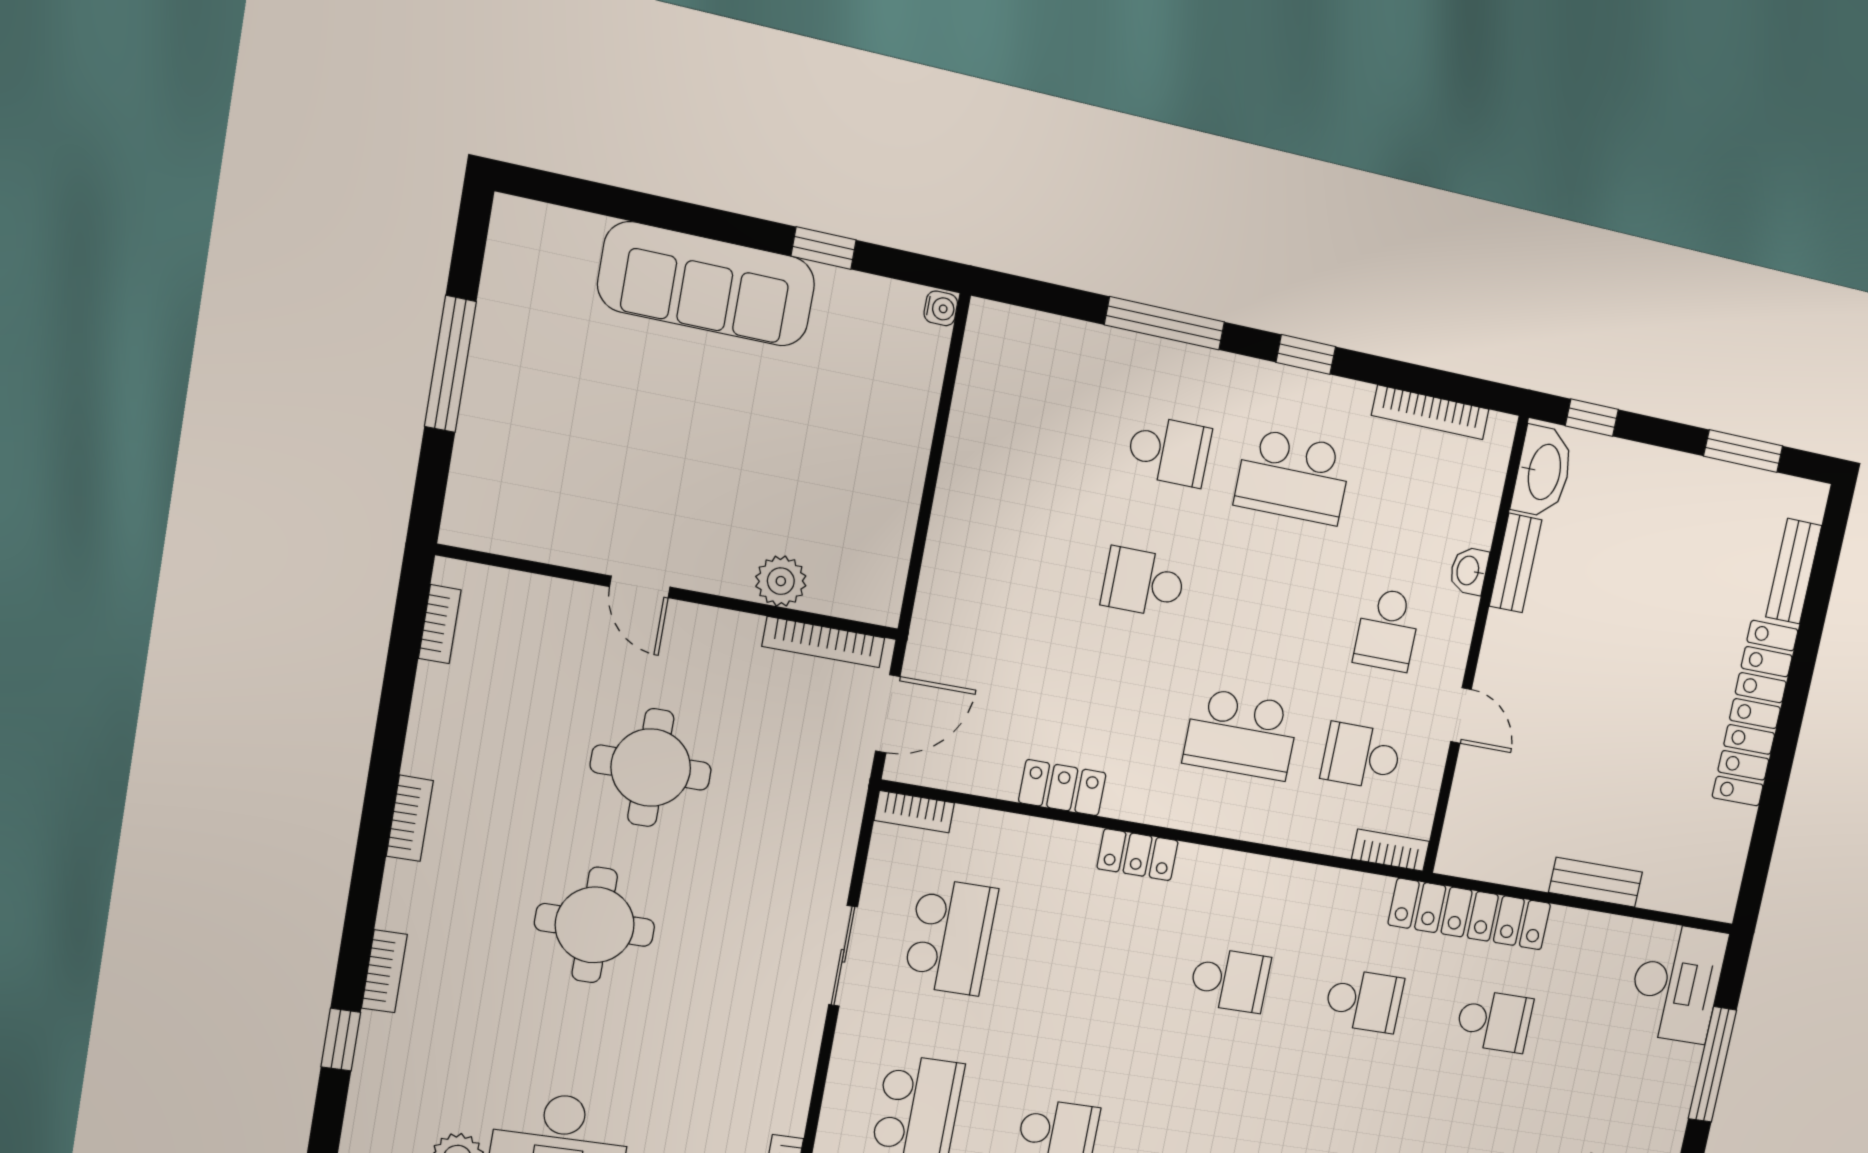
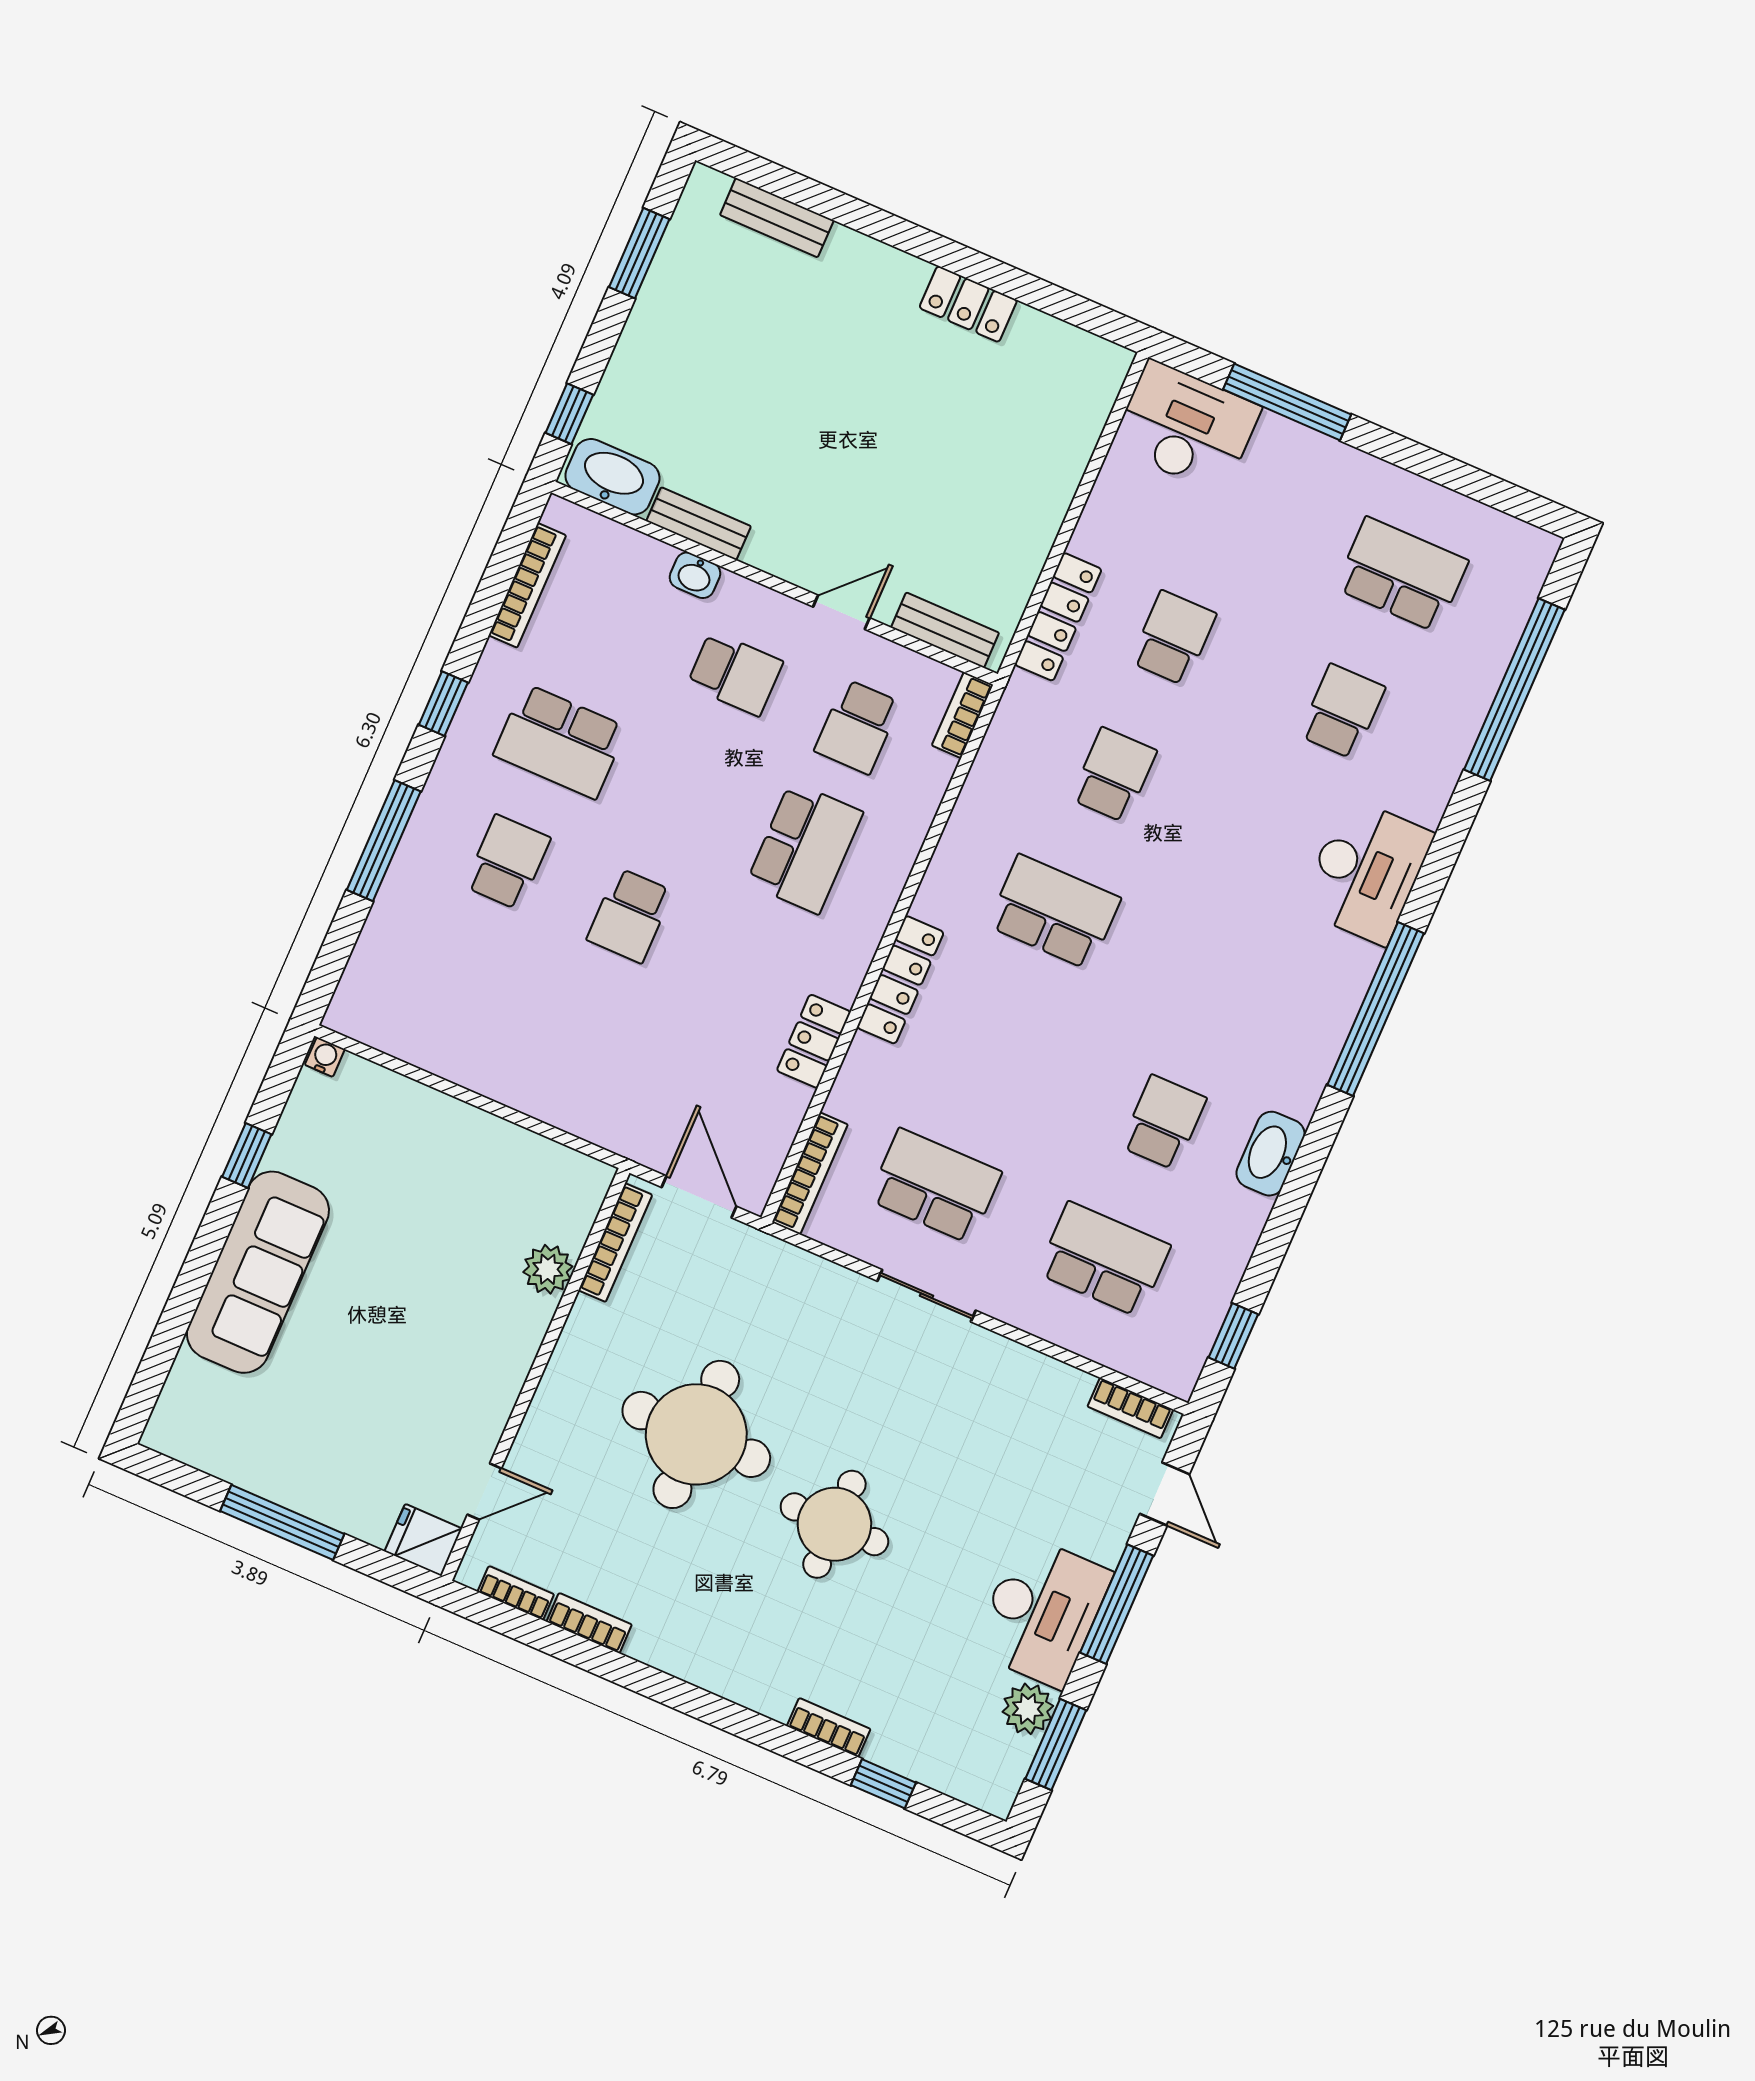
school desk: (1293, 477) -> (560, 741), turned 90
fridge: (470, 516) -> (423, 1540), added
door: (640, 587) -> (484, 1492), moved
locker: (1755, 714) -> (968, 304), width x0.46, depth x0.83
round table: (651, 768) -> (696, 1434), width x1.36, depth x1.36
bookcase: (914, 812) -> (810, 1173), width x1.56
bookcase: (410, 818) -> (589, 1623), moved
locker: (1138, 855) -> (900, 980), width x1.53
bench: (1596, 882) -> (945, 630), moved, turned 90
locker: (1470, 914) -> (1058, 617), width x0.71, depth x0.83
school desk: (1230, 980) -> (1054, 912), width x1.85

